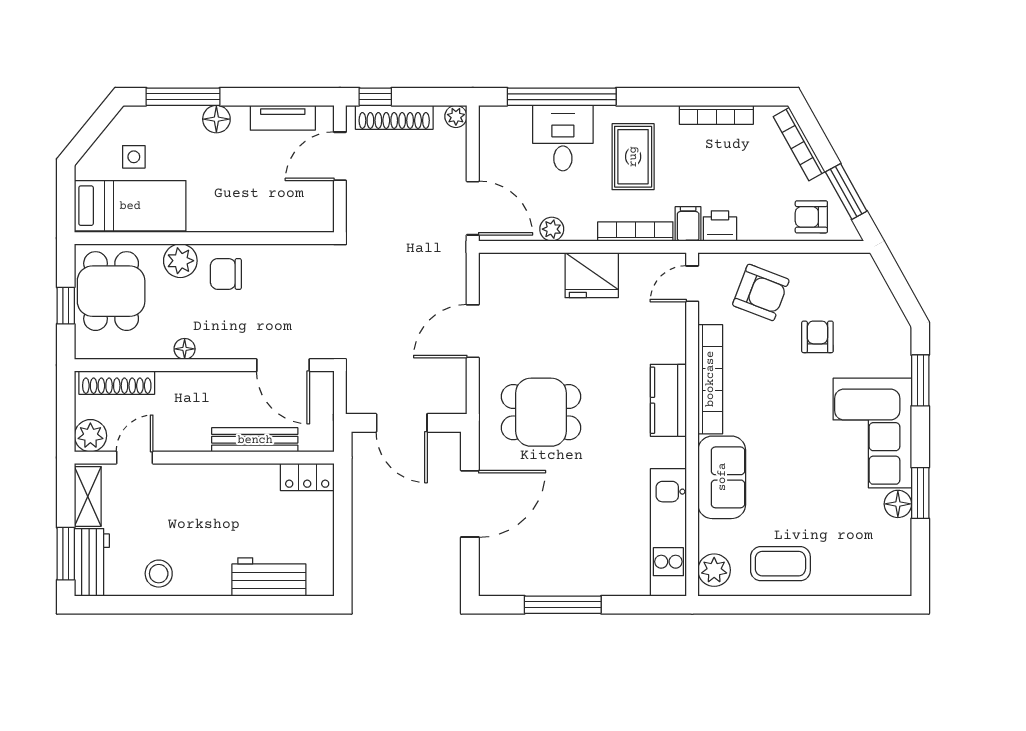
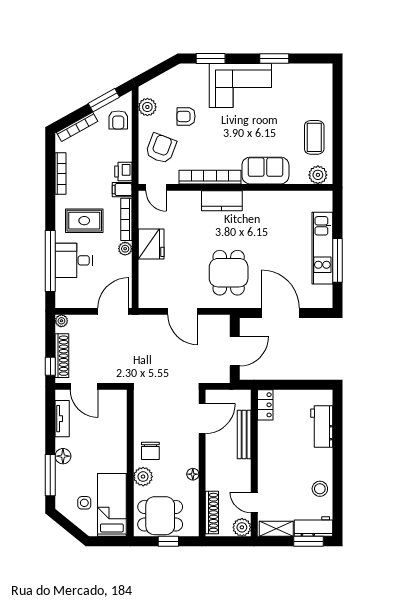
plant: (552, 229) -> (125, 249), moved
plant: (834, 268) -> (147, 107), added
floor lamp: (898, 504) -> (280, 71), removed
kitchen unit: (668, 532) -> (322, 248), moved, turned 90

